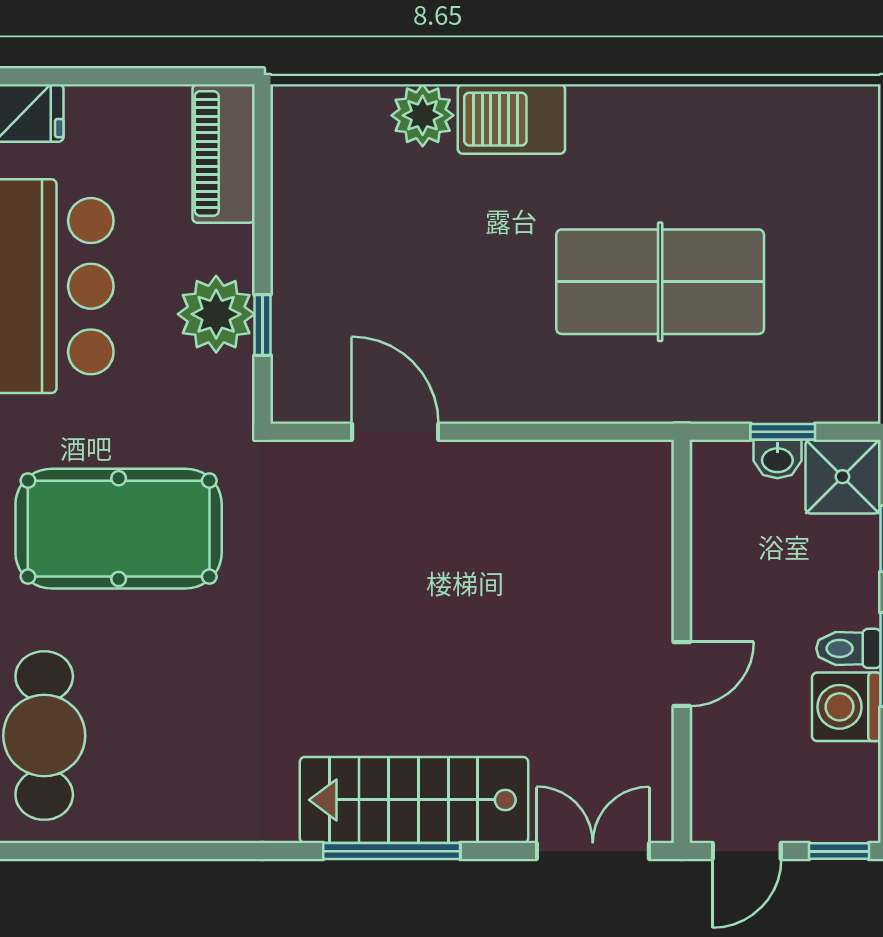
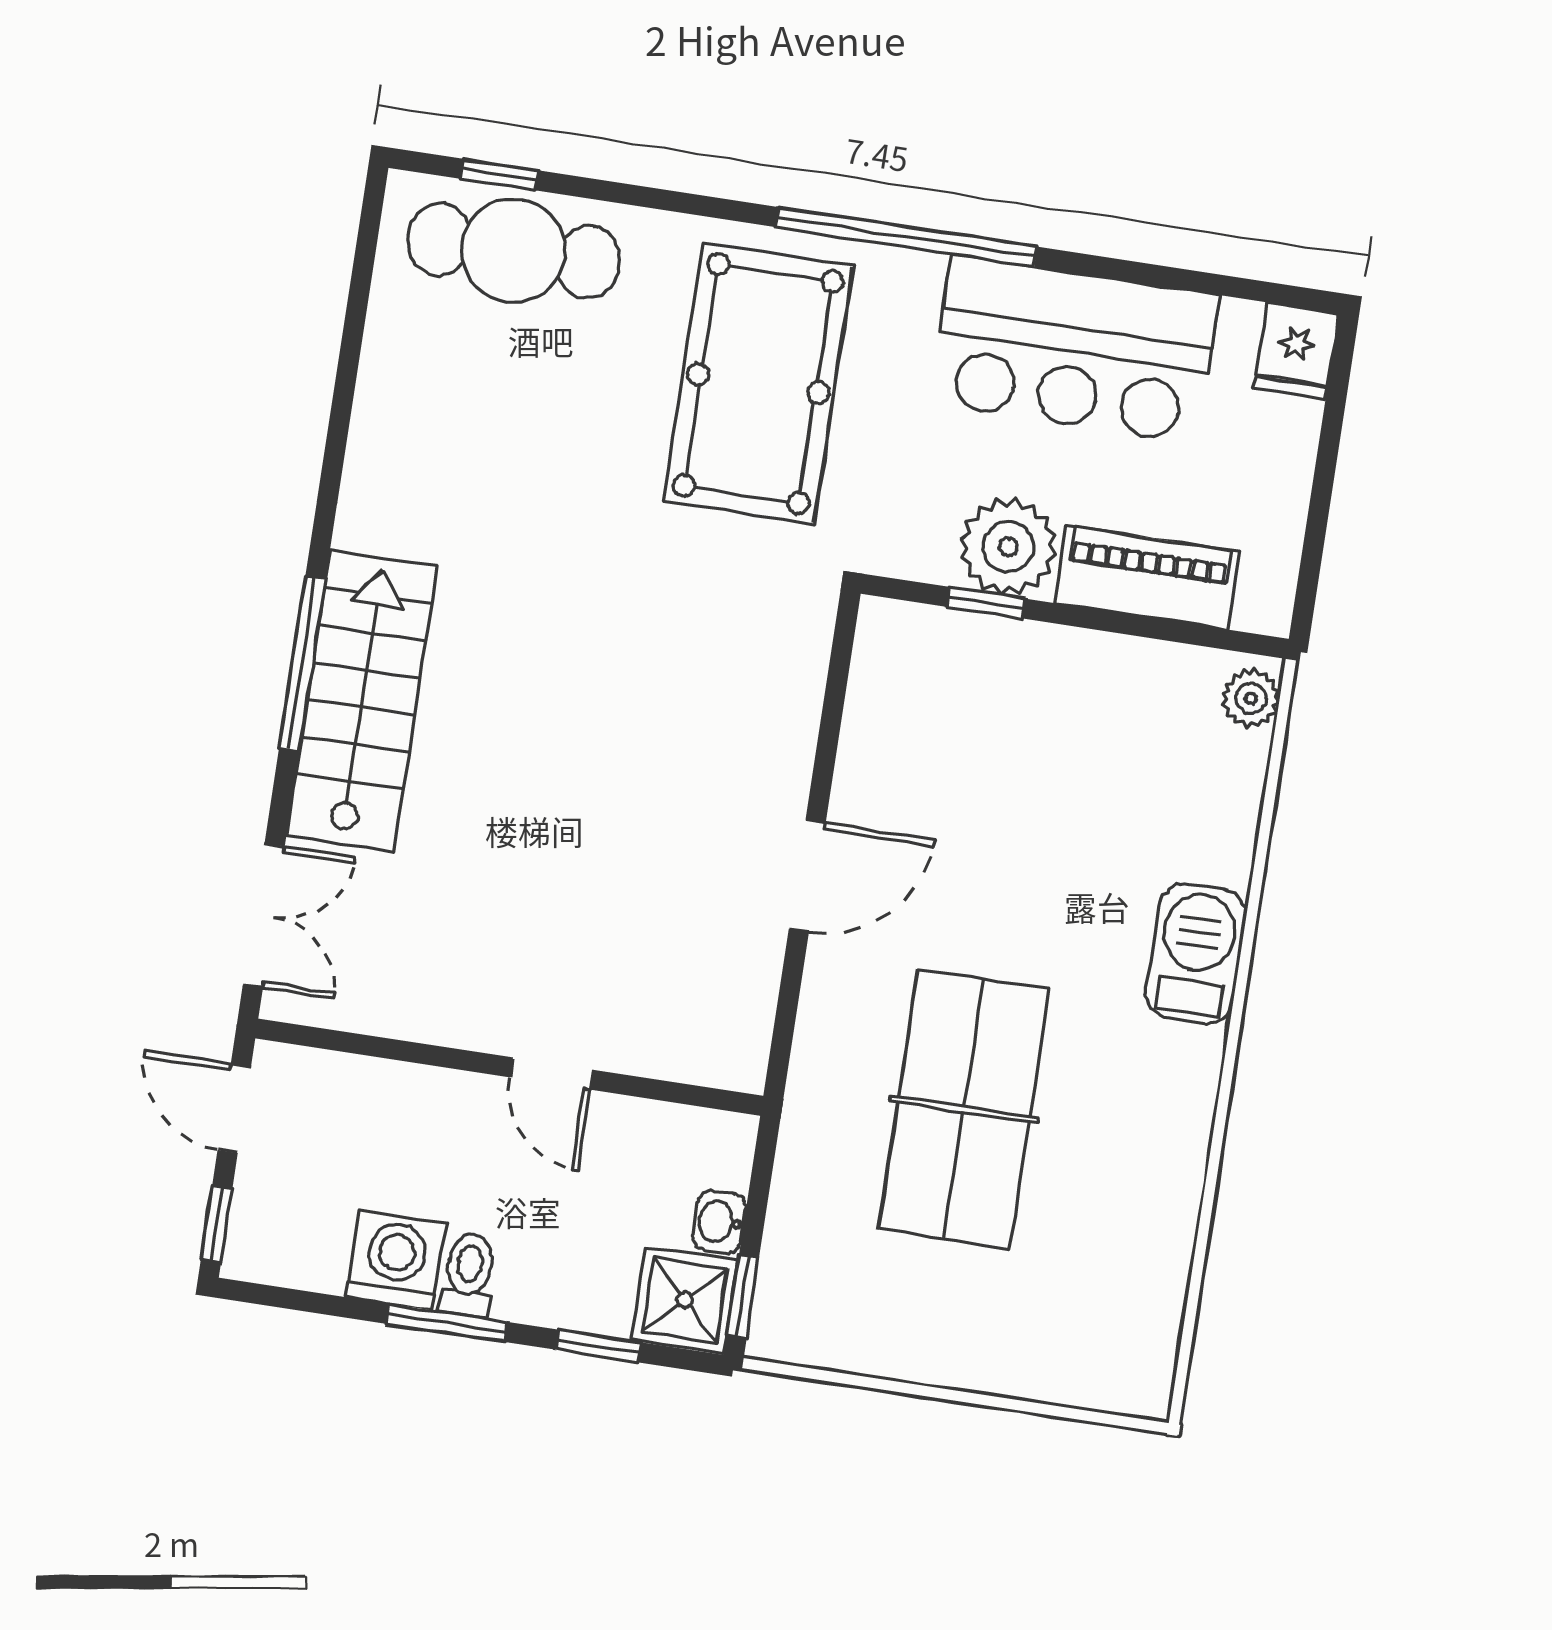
plant: (423, 115) -> (1251, 698), moved, width x0.73, depth x0.73
piano: (224, 154) -> (1147, 577), moved
door: (395, 432) -> (807, 876), moved
window: (783, 432) -> (743, 1296), moved
door: (682, 674) -> (552, 1074), moved

